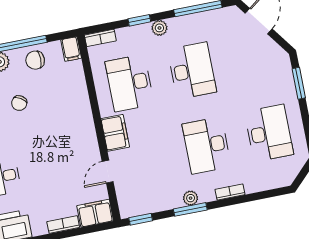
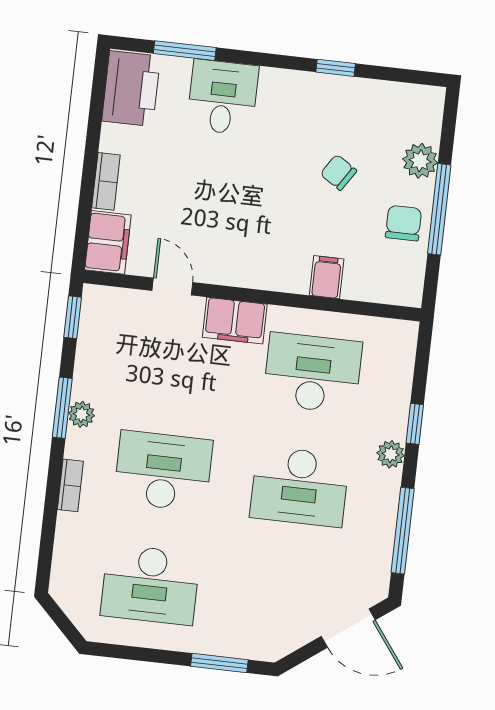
bookcase: (100, 38) -> (406, 347), removed
filing cabinet: (71, 49) -> (327, 277), moved, turned 90

